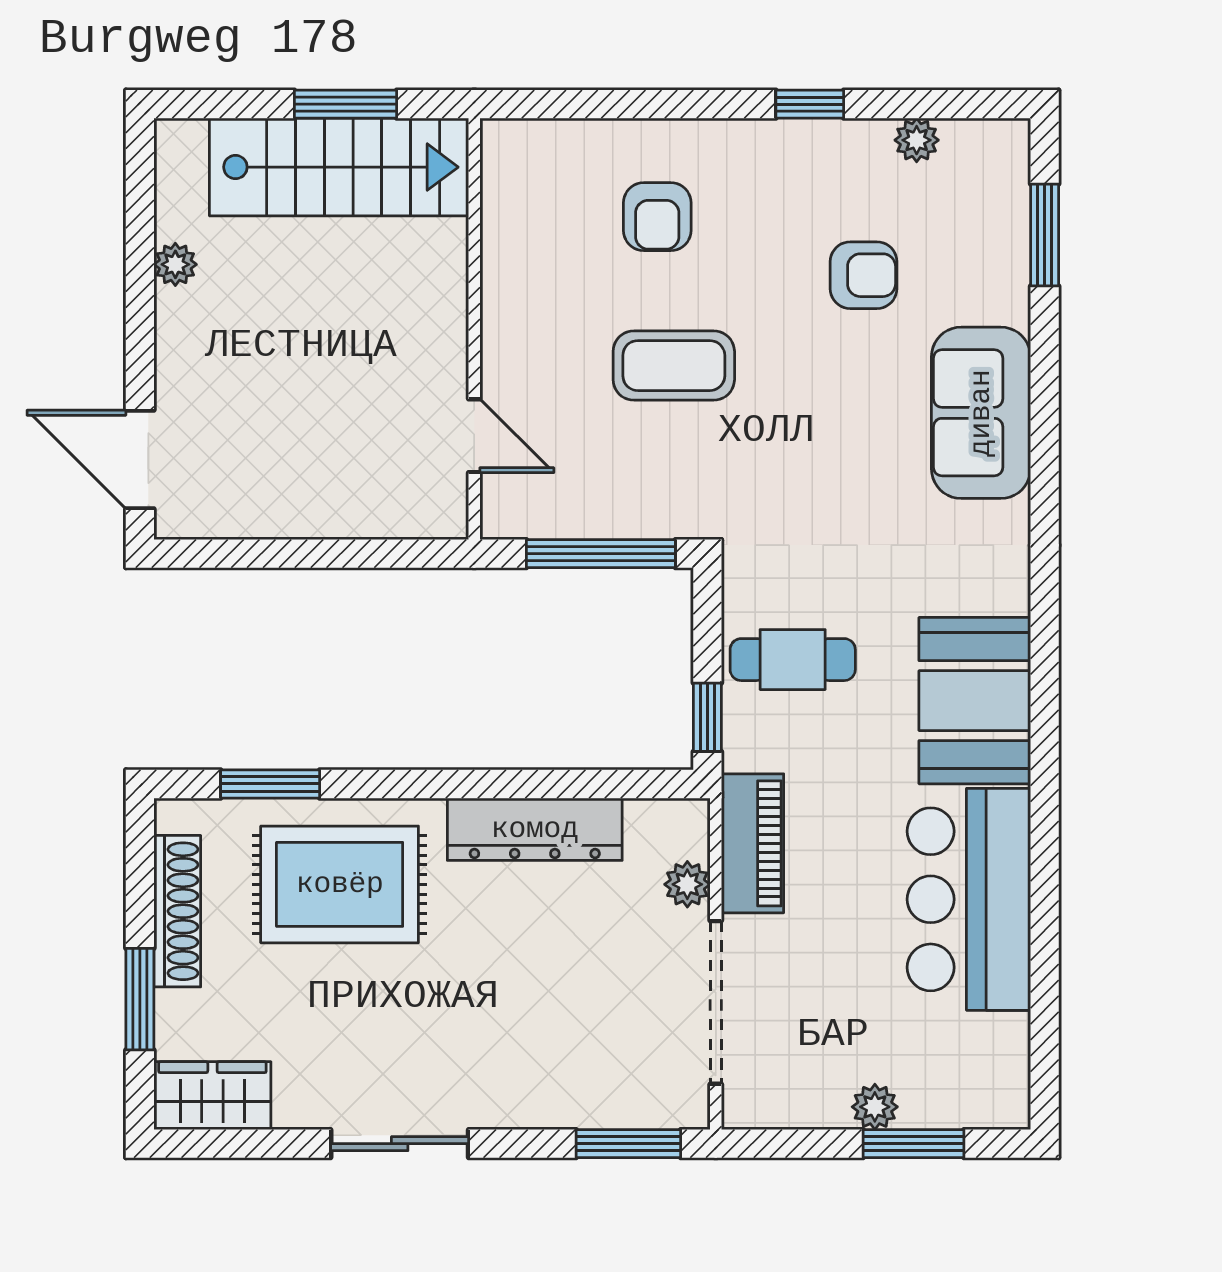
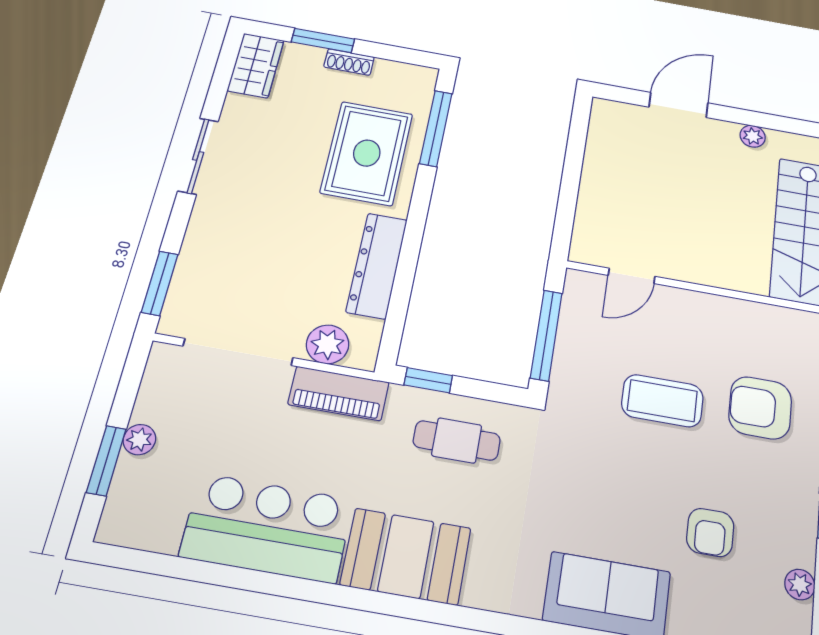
armchair: (657, 217) -> (760, 408), width x1.38, depth x1.38
coffee table: (674, 366) -> (662, 401), turned 90
door: (140, 460) -> (678, 105), moved
cafe table: (793, 660) -> (457, 440), turned 90
window: (270, 784) -> (436, 128), width x1.44
plant: (687, 884) -> (328, 344), width x1.38, depth x1.38
shoe rack: (177, 911) -> (349, 62), width x0.51, depth x0.81

